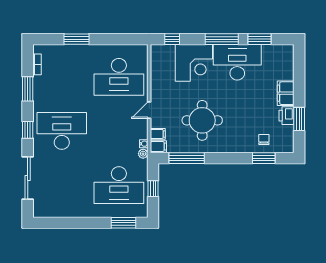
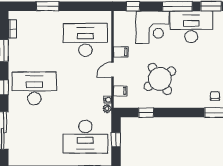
desk: (119, 77) -> (85, 40), turned 180
round table: (202, 120) -> (160, 79), turned -33
filing cabinet: (158, 146) -> (121, 52), moved
window: (187, 158) -> (146, 113), width x0.46

